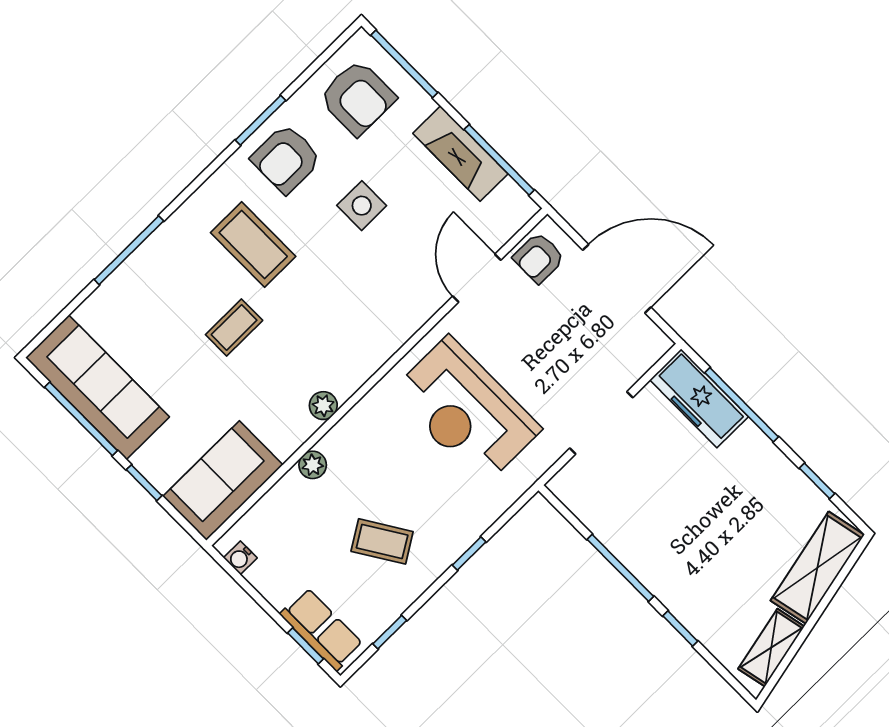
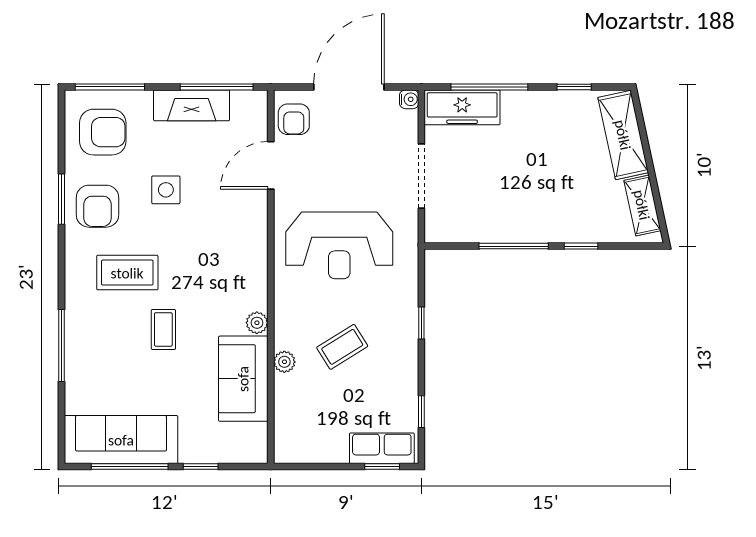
door: (477, 278) -> (271, 165), hinge flipped
sofa: (223, 481) -> (243, 379), moved
coffee table: (382, 541) -> (342, 347), moved
water cooler: (240, 558) -> (409, 99), moved, turned -90

